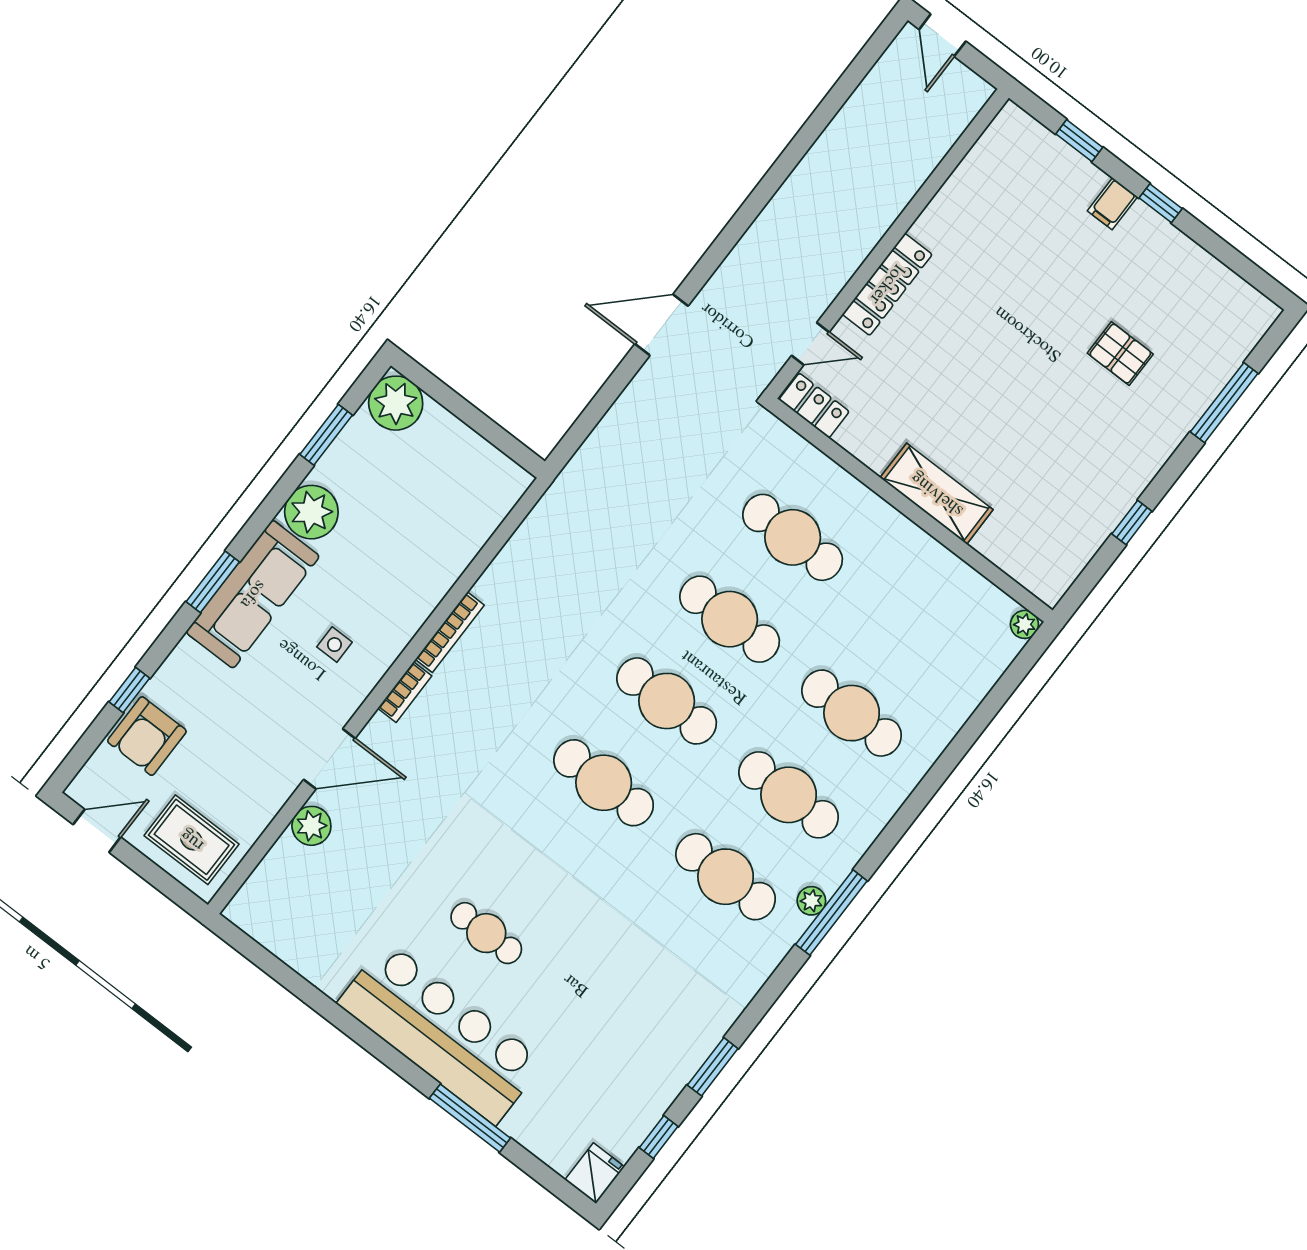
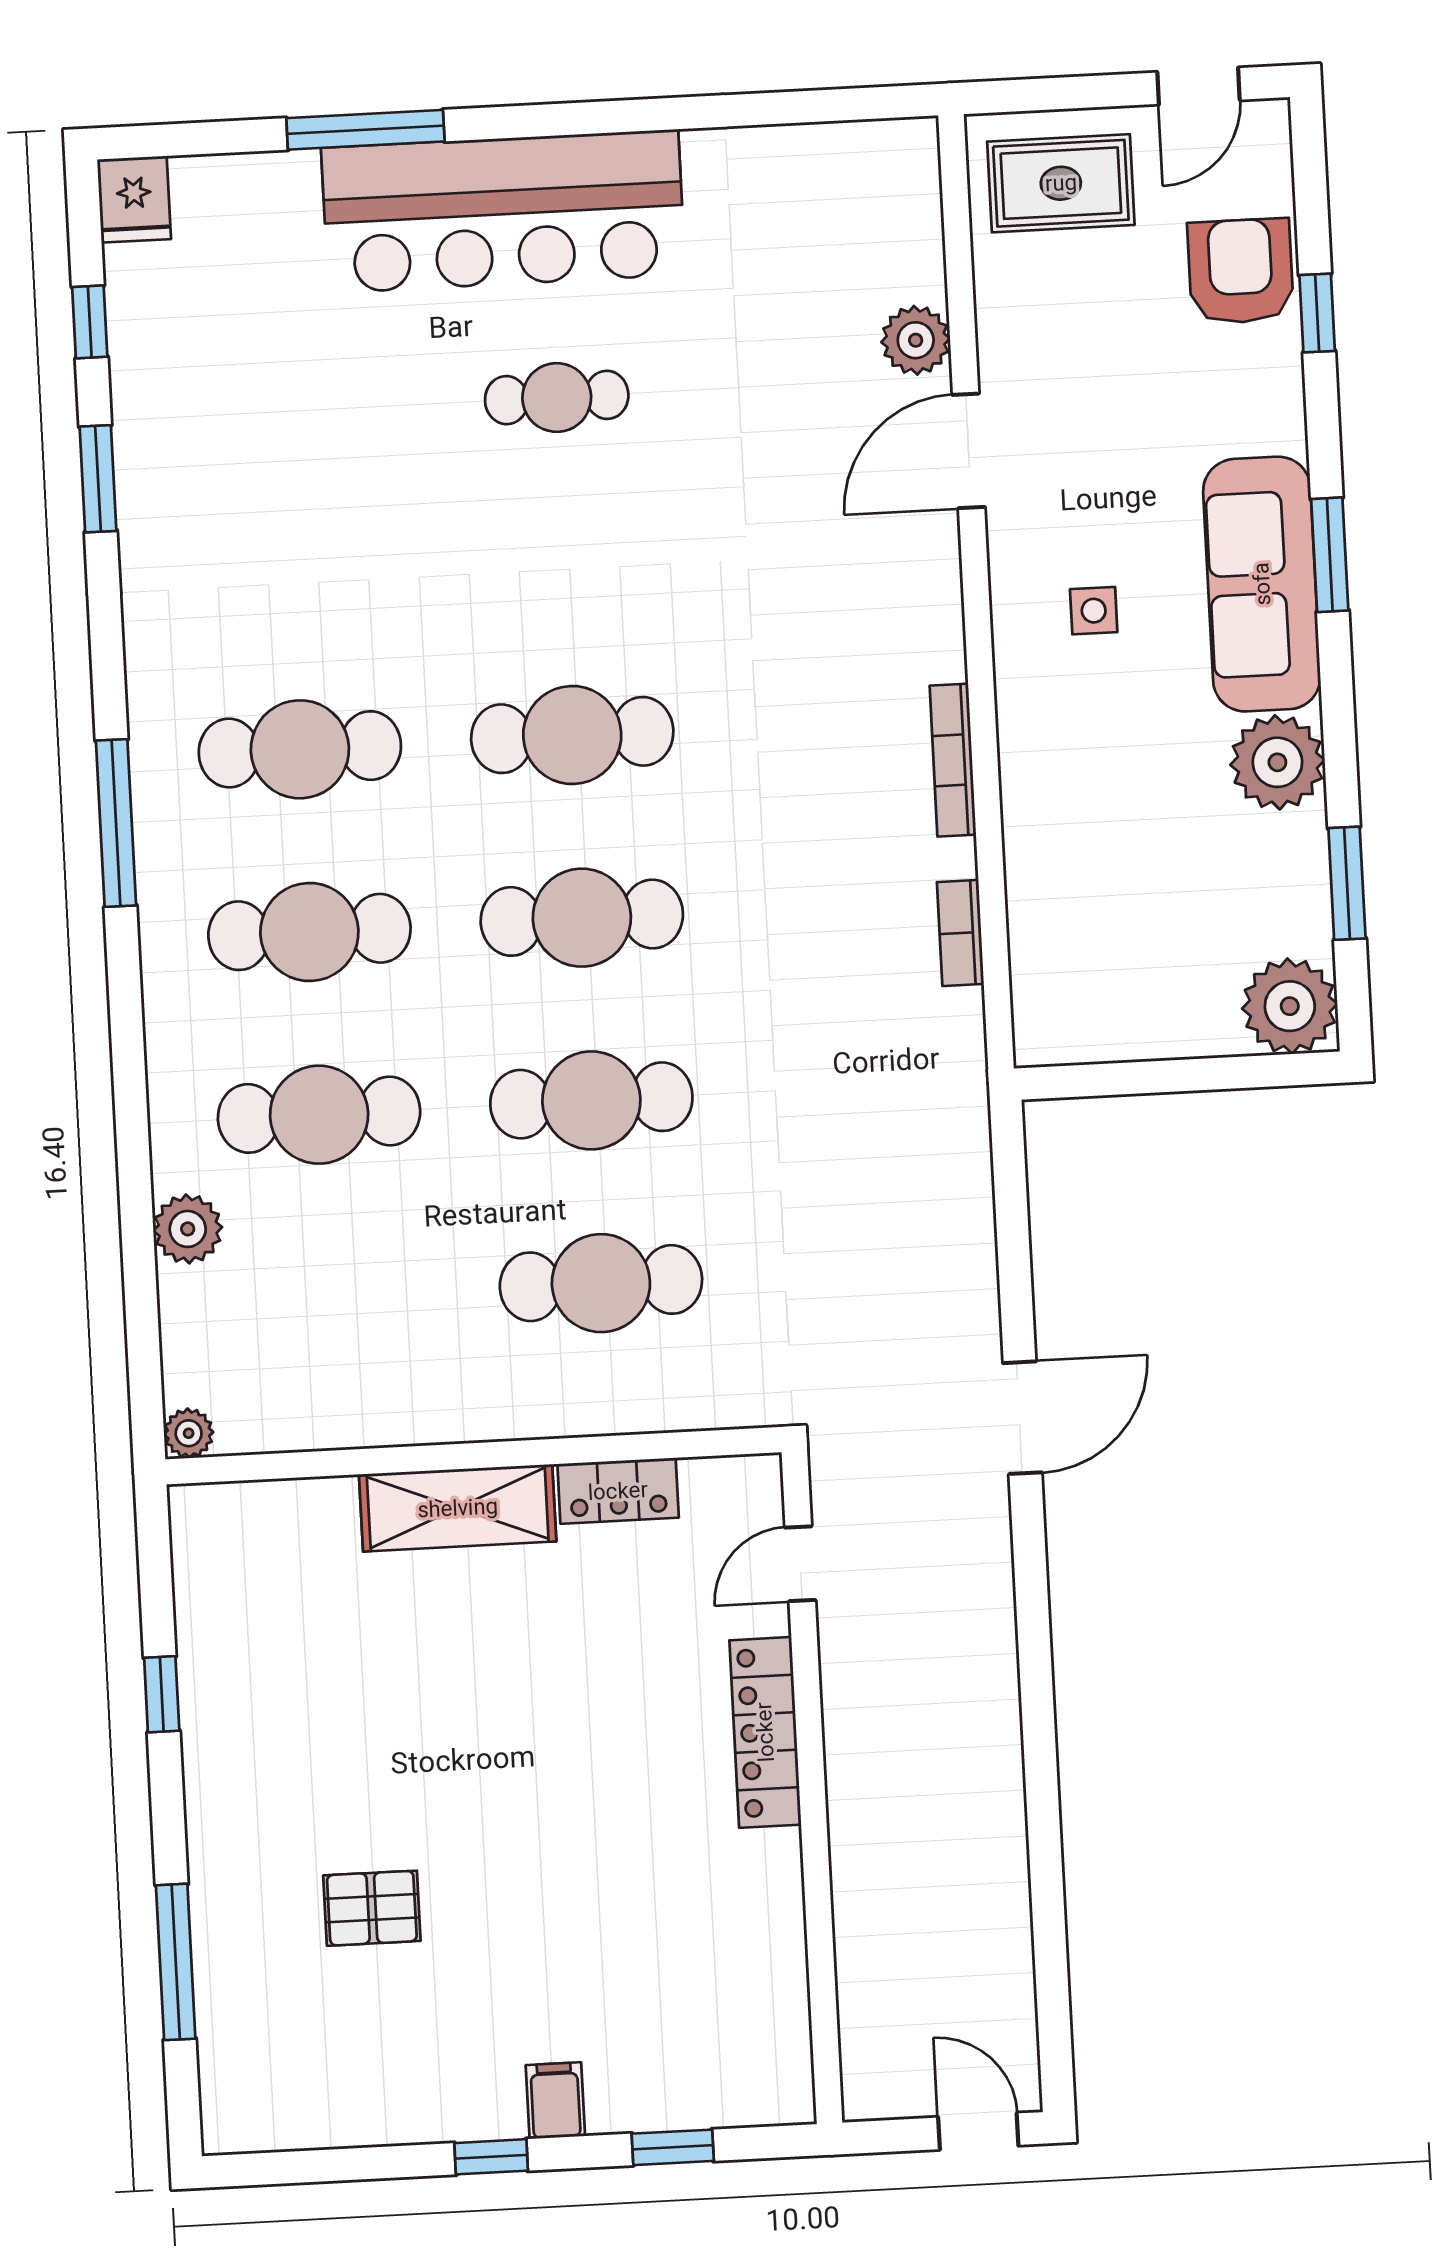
locker: (814, 406) -> (618, 1491), moved
bookcase: (405, 692) -> (960, 933), moved
plant: (811, 901) -> (188, 1229), moved, width x1.38, depth x1.38

